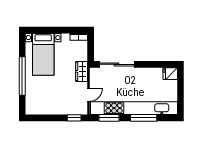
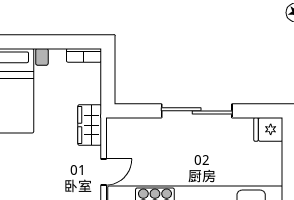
sliding door: (117, 64) -> (197, 111), moved

